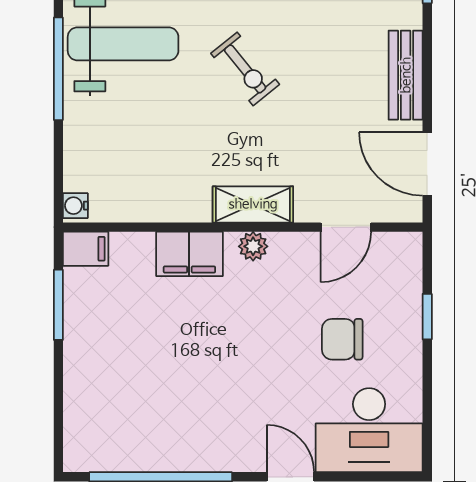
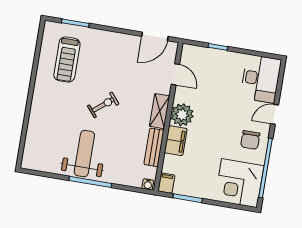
bench: (406, 75) -> (154, 147), moved, turned 90
plant: (253, 246) -> (182, 115), width x1.87, depth x1.87
chair: (342, 339) -> (250, 140), moved
corner desk: (114, 421) -> (239, 183), added

